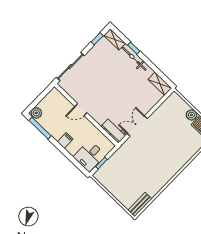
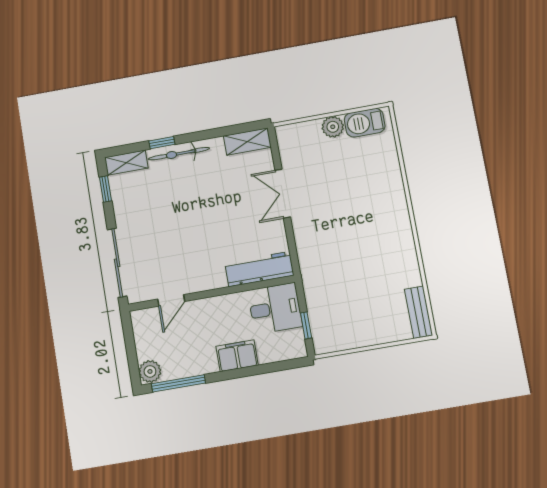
door: (81, 110) -> (171, 300), moved
double door: (137, 126) -> (283, 194), moved
workbench: (114, 130) -> (259, 269), width x1.38
filing cabinet: (65, 140) -> (237, 356), width x2.00
desk: (89, 156) -> (275, 308), moved, turned -90

